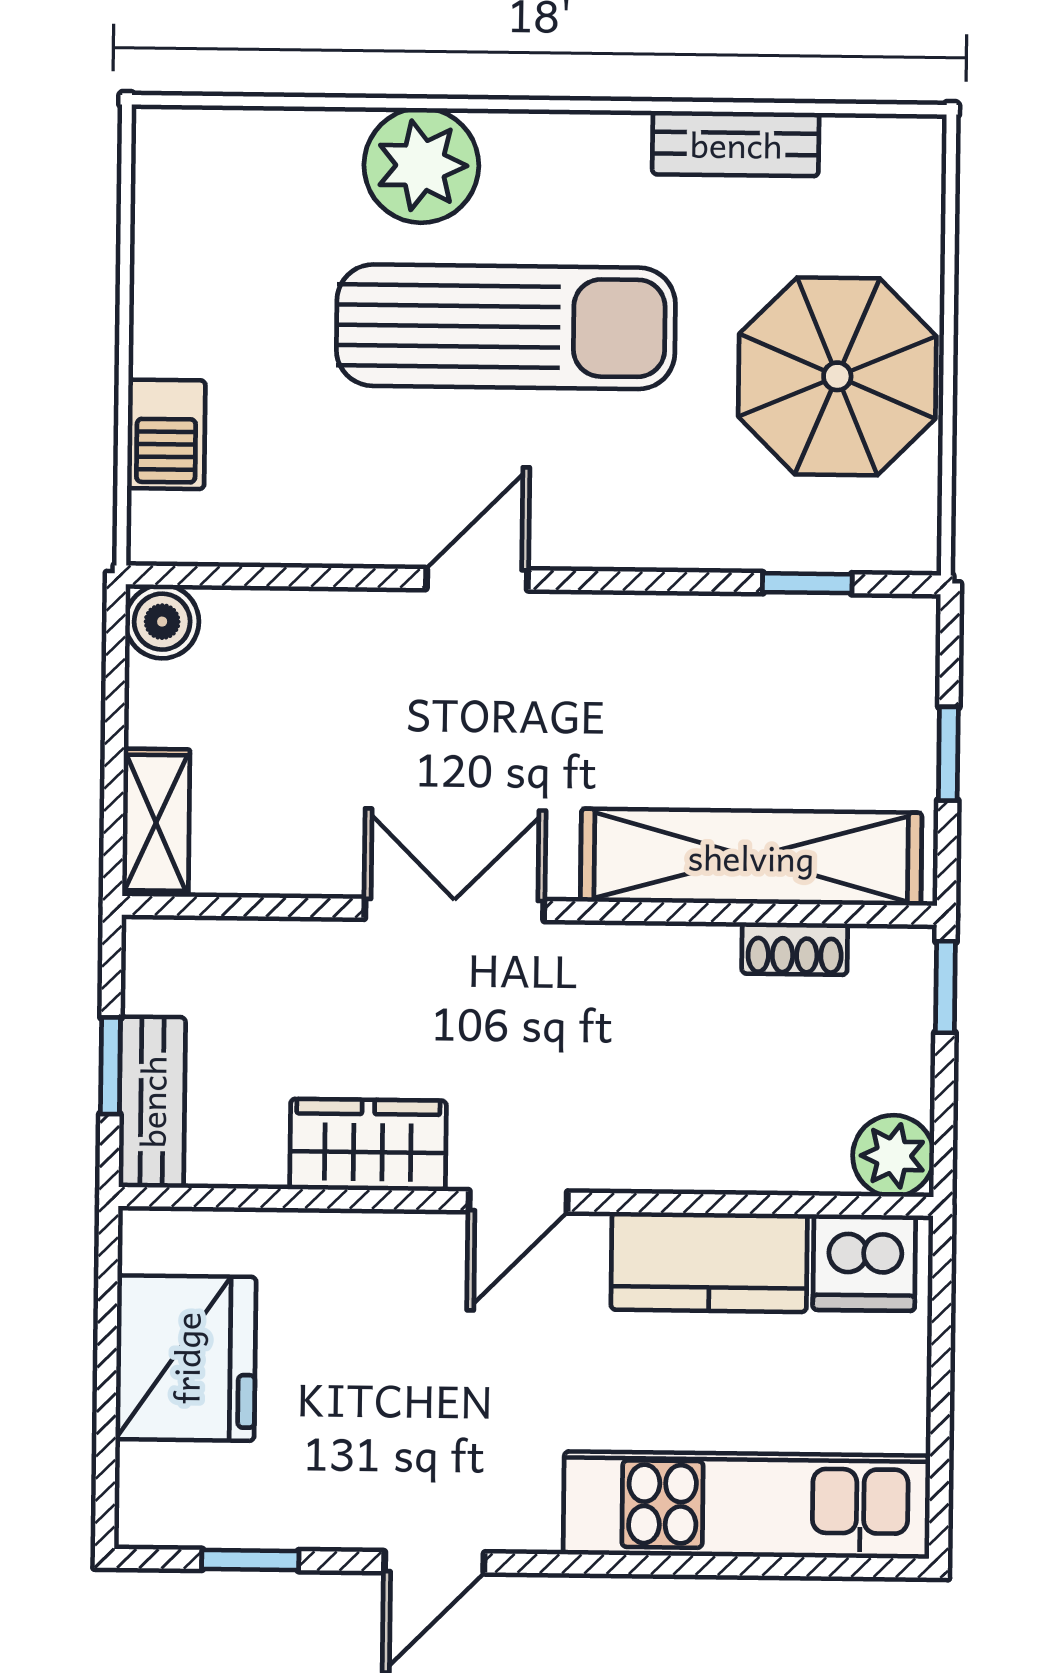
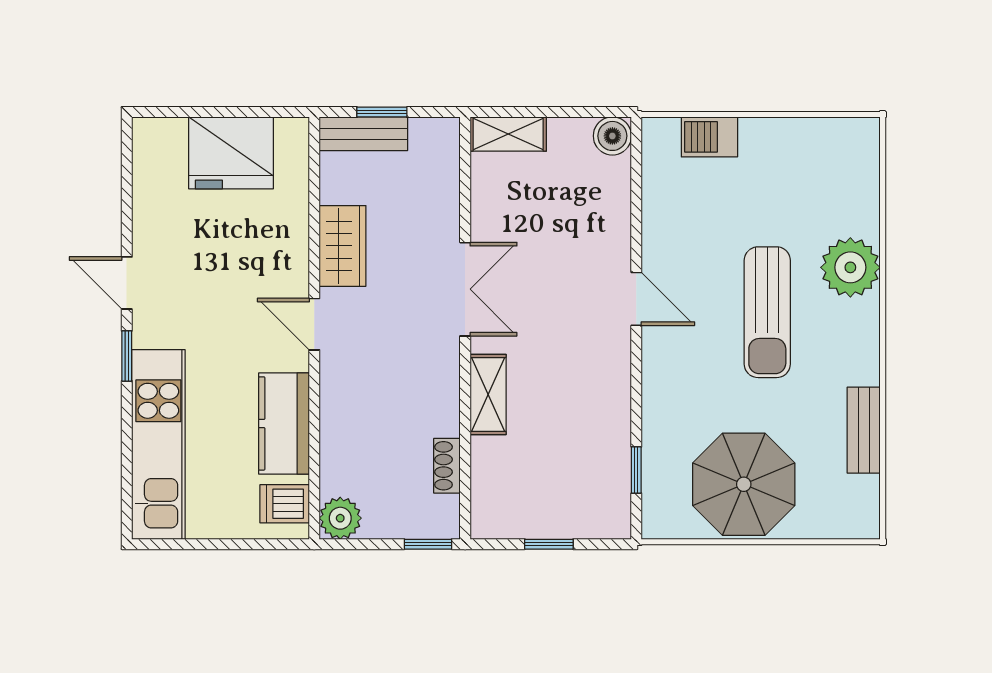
sun lounger: (506, 327) -> (767, 312), width x0.73, depth x0.75
shelving: (751, 857) -> (488, 394), width x0.45, depth x0.75
dishwasher: (864, 1263) -> (285, 504), width x0.73
window: (250, 1560) -> (127, 356), moved

